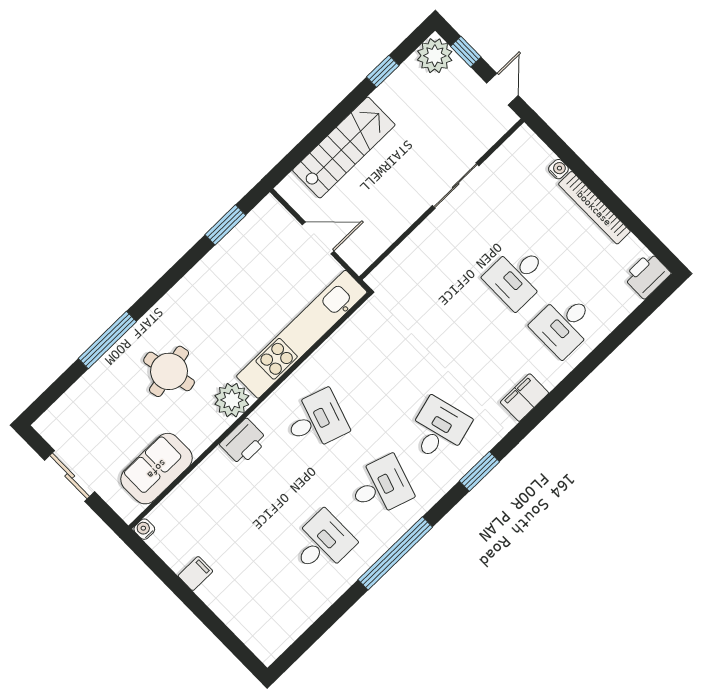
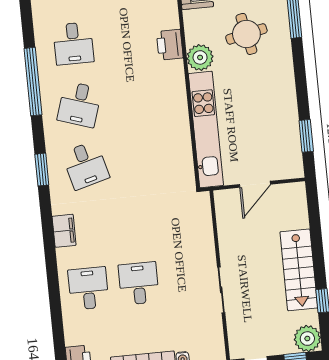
stairs: (344, 147) -> (299, 270), moved
desk: (316, 420) -> (149, 97), removed

